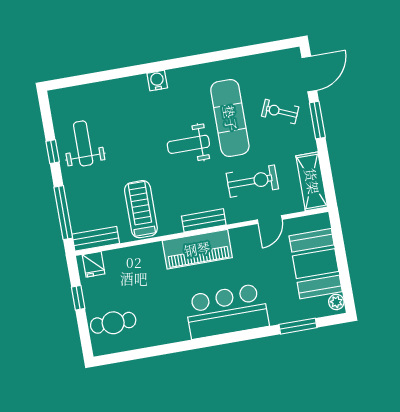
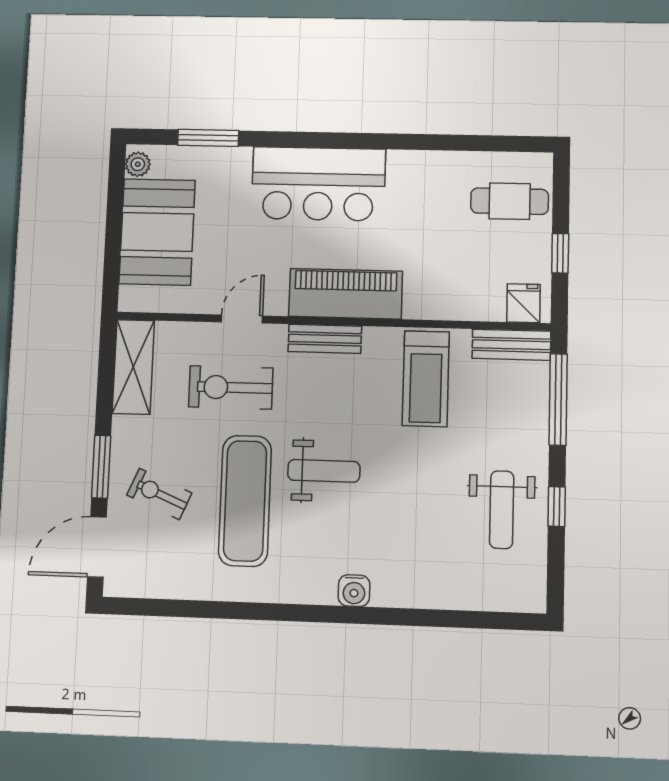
exercise bike: (280, 112) -> (159, 494), turned 180
door: (270, 220) -> (242, 319), moved

